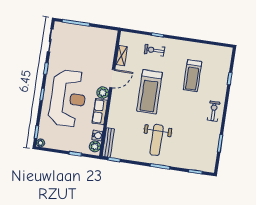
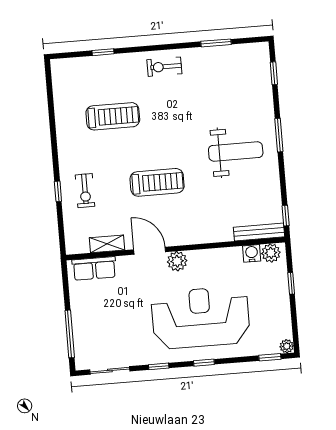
treadmill: (150, 92) -> (157, 182), width x0.73, depth x0.73
row of seats: (100, 112) -> (94, 268), moved

